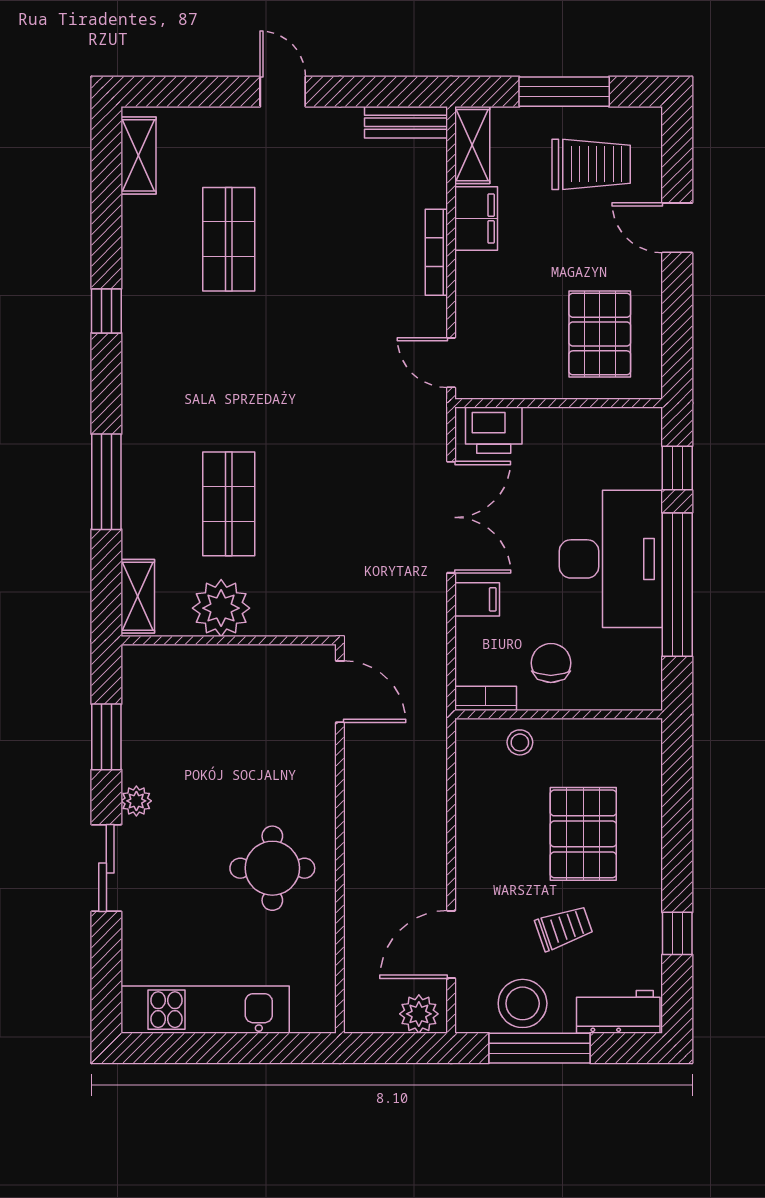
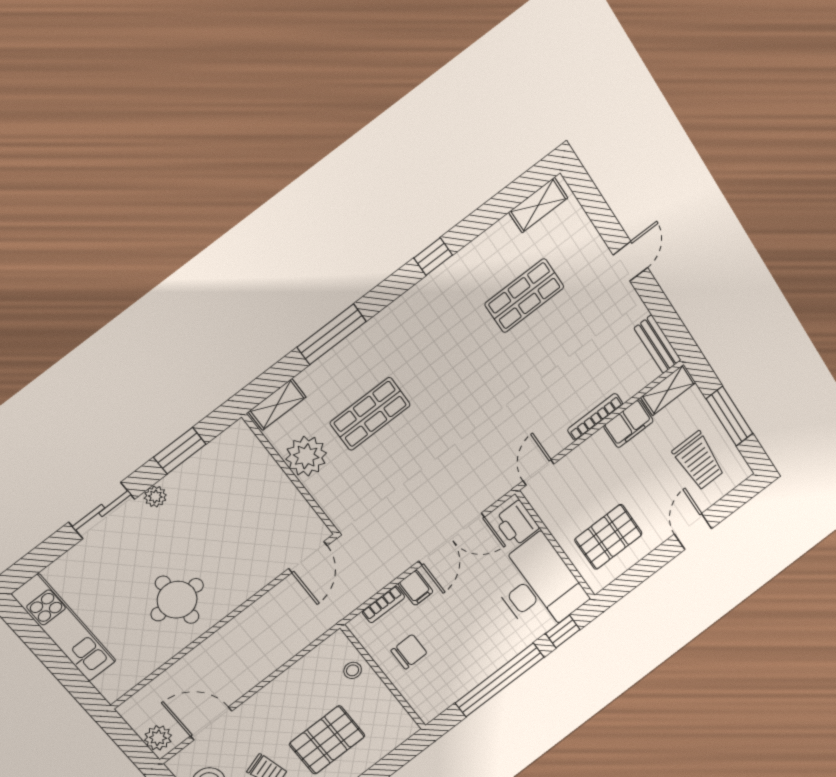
desk: (611, 559) -> (538, 586), moved, turned -90
bookcase: (486, 698) -> (383, 604), moved, turned 90

